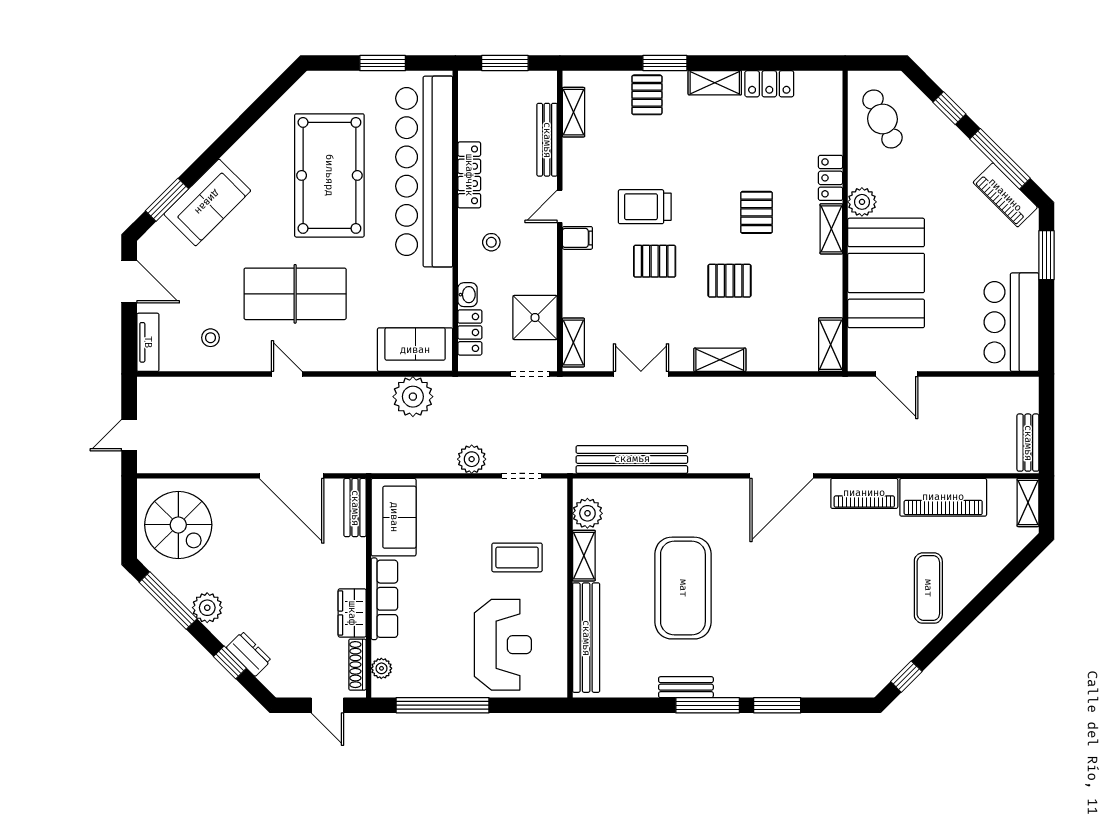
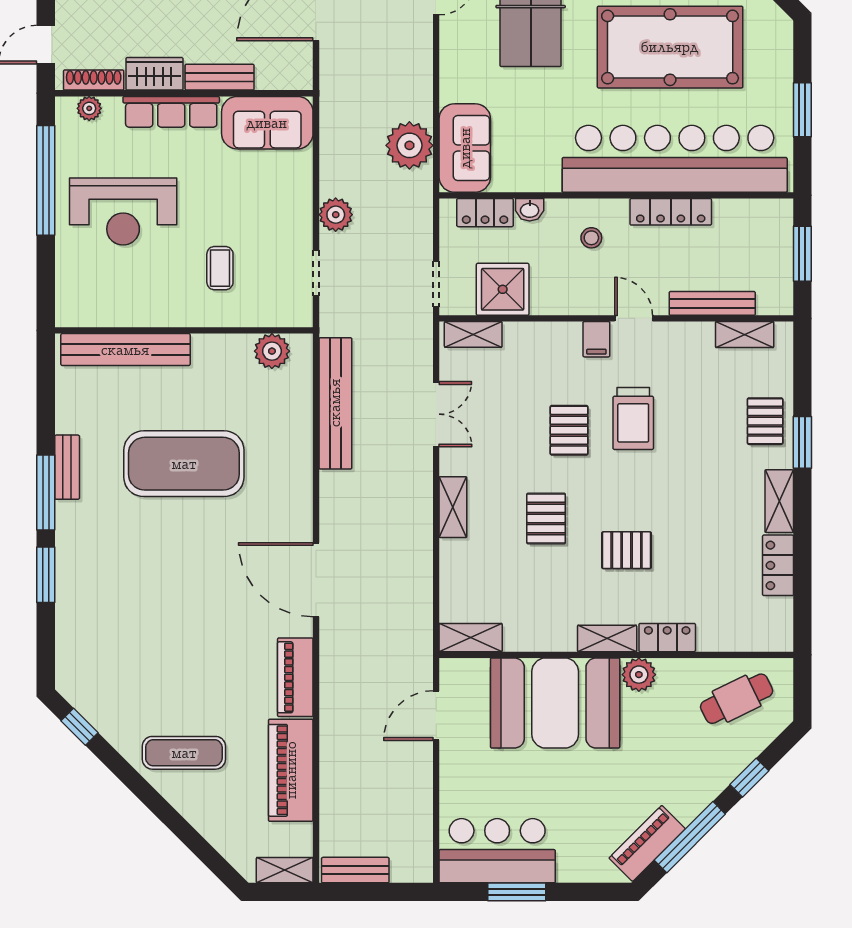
pallet: (647, 95) -> (765, 421), turned 90
trolley: (645, 207) -> (633, 419), turned 180
window: (1046, 255) -> (517, 892), moved
bench: (355, 508) -> (220, 77), moved
shelving: (584, 556) -> (222, 347), removed
coffee table: (517, 557) -> (220, 268), width x0.73, depth x0.77
reception desk: (503, 645) -> (123, 212), moved

